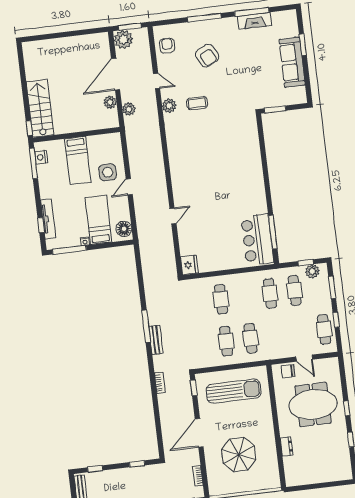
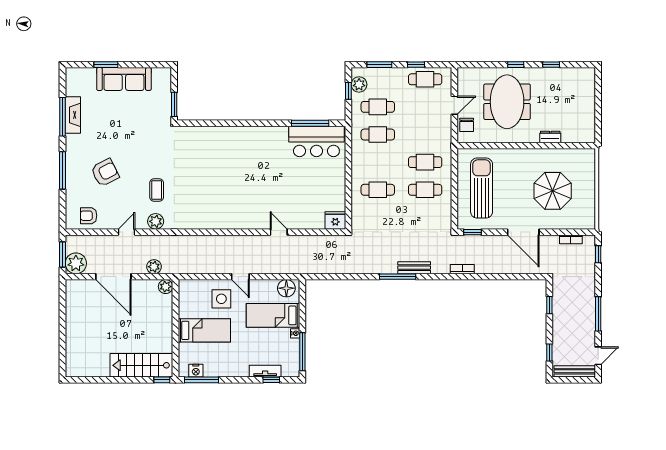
plant: (110, 102) -> (166, 287), moved
tv unit: (48, 219) -> (265, 371), width x0.71

